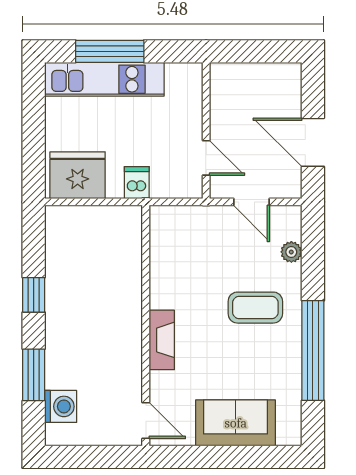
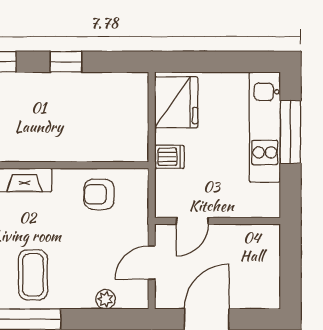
armchair: (177, 259) -> (99, 194), added
coffee table: (255, 308) -> (33, 275), moved

